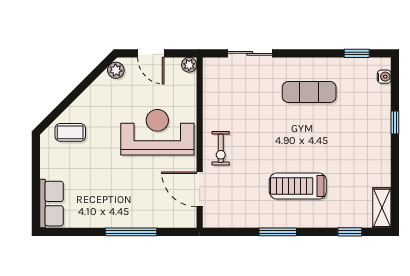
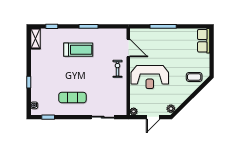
door: (151, 53) -> (153, 117), swing flipped

